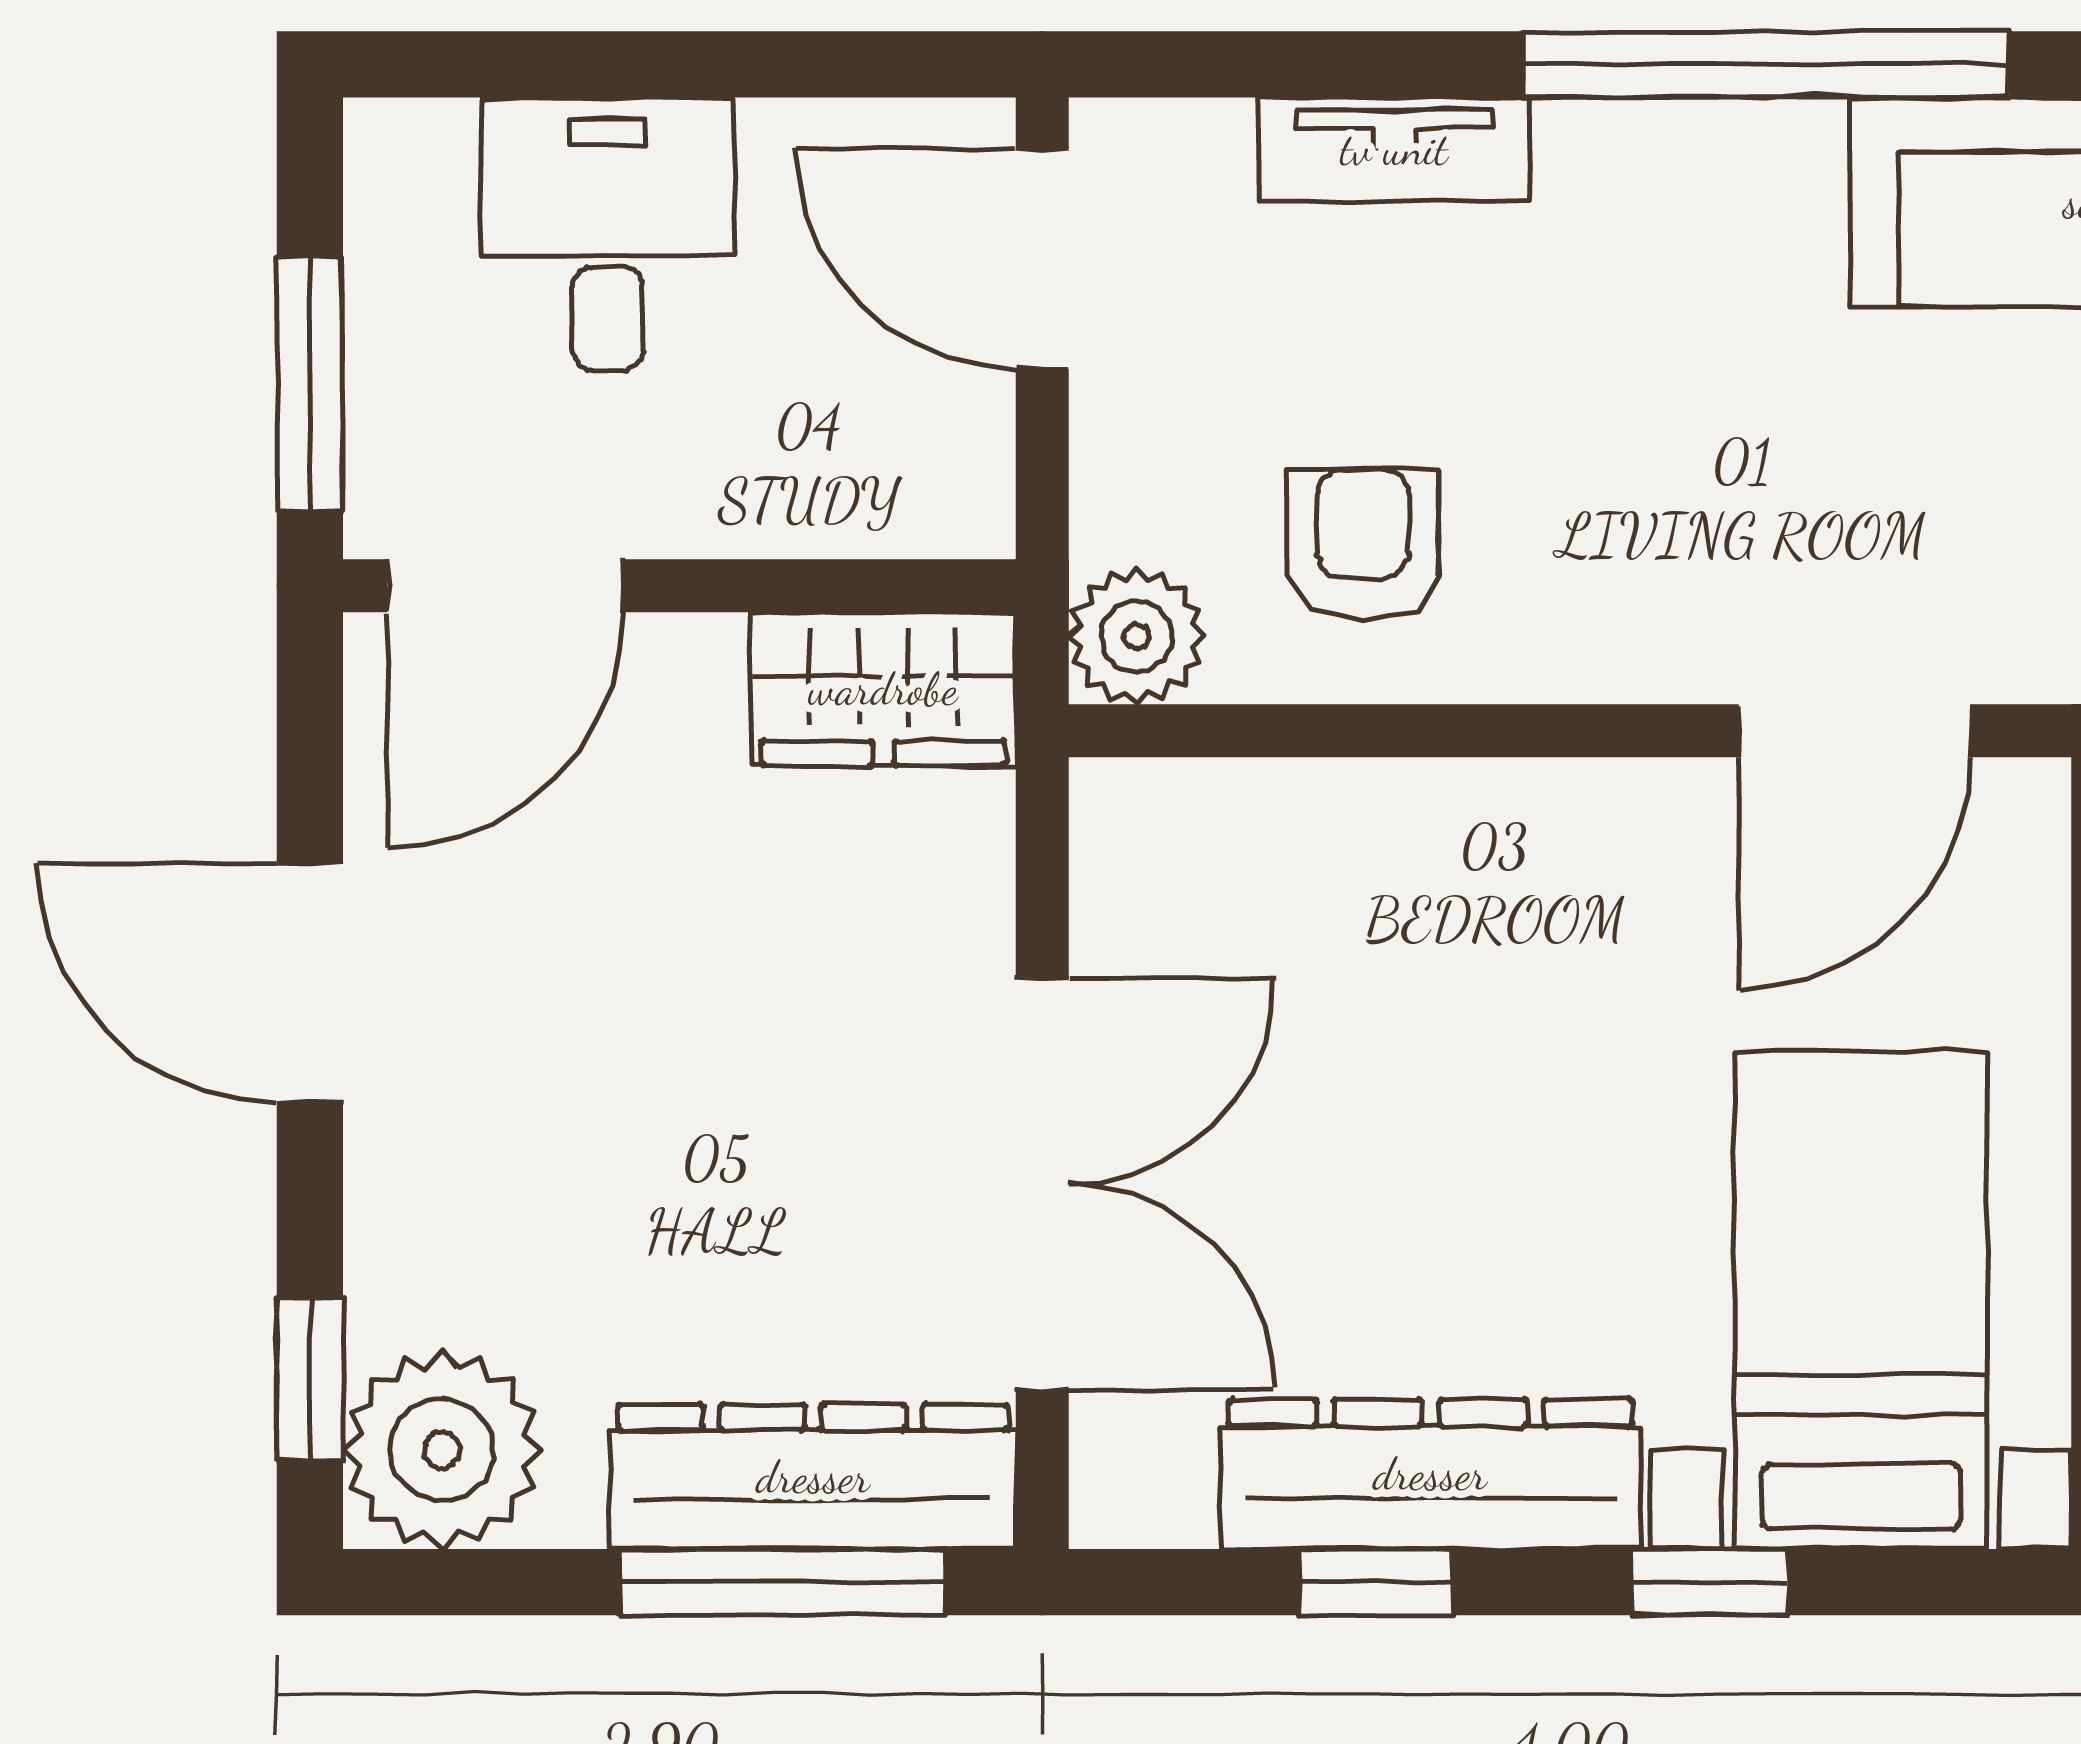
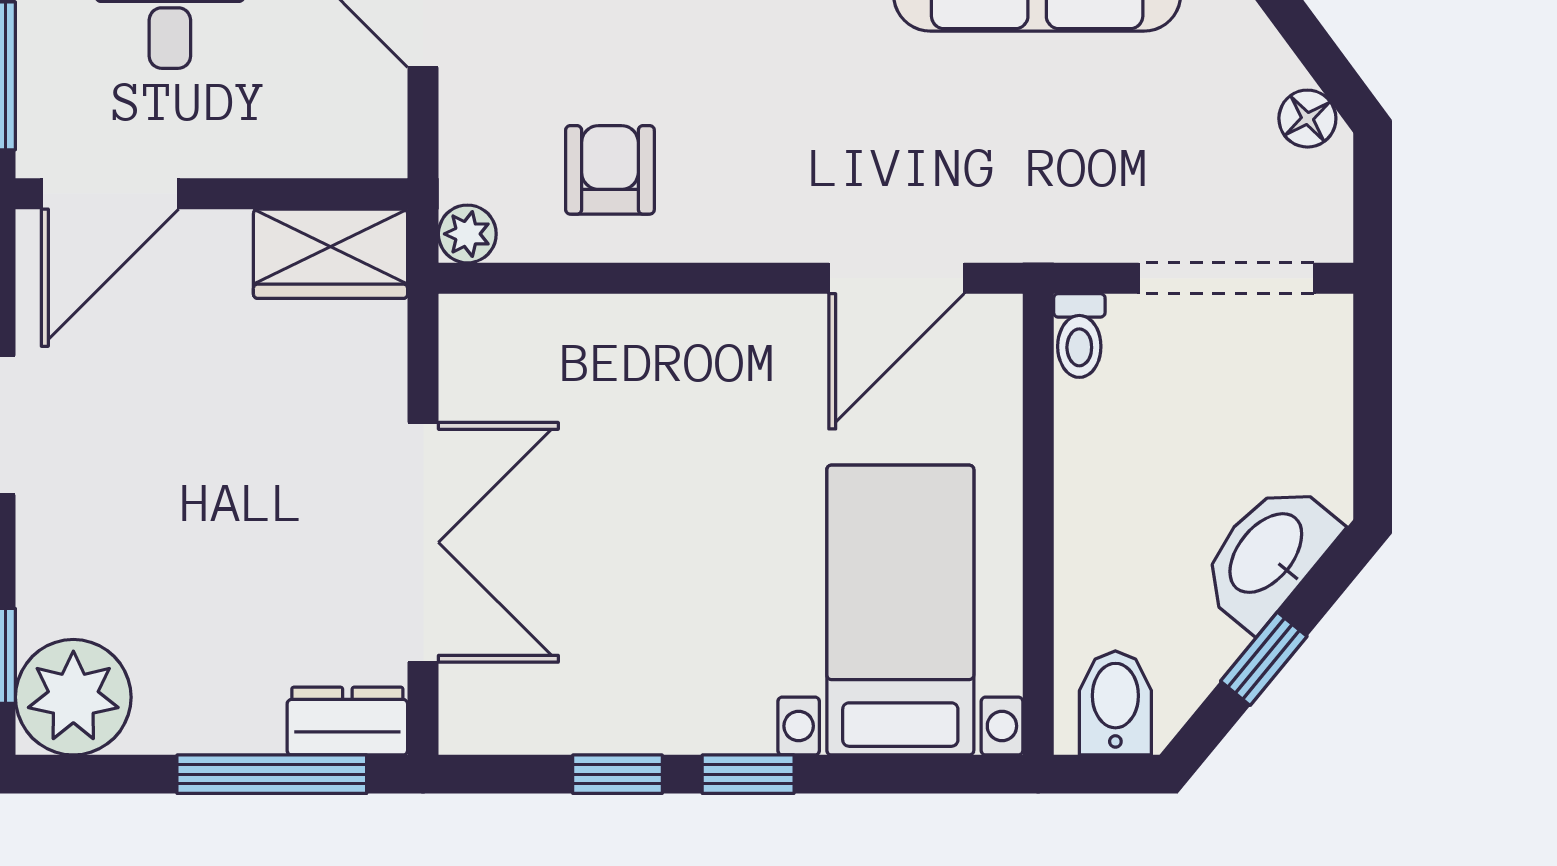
plant: (1137, 636) -> (467, 234), width x0.73, depth x0.73
dresser: (1430, 1474) -> (649, 711), removed
dresser: (813, 1477) -> (347, 721), width x0.51, depth x0.80
window: (1710, 1582) -> (748, 774), moved

